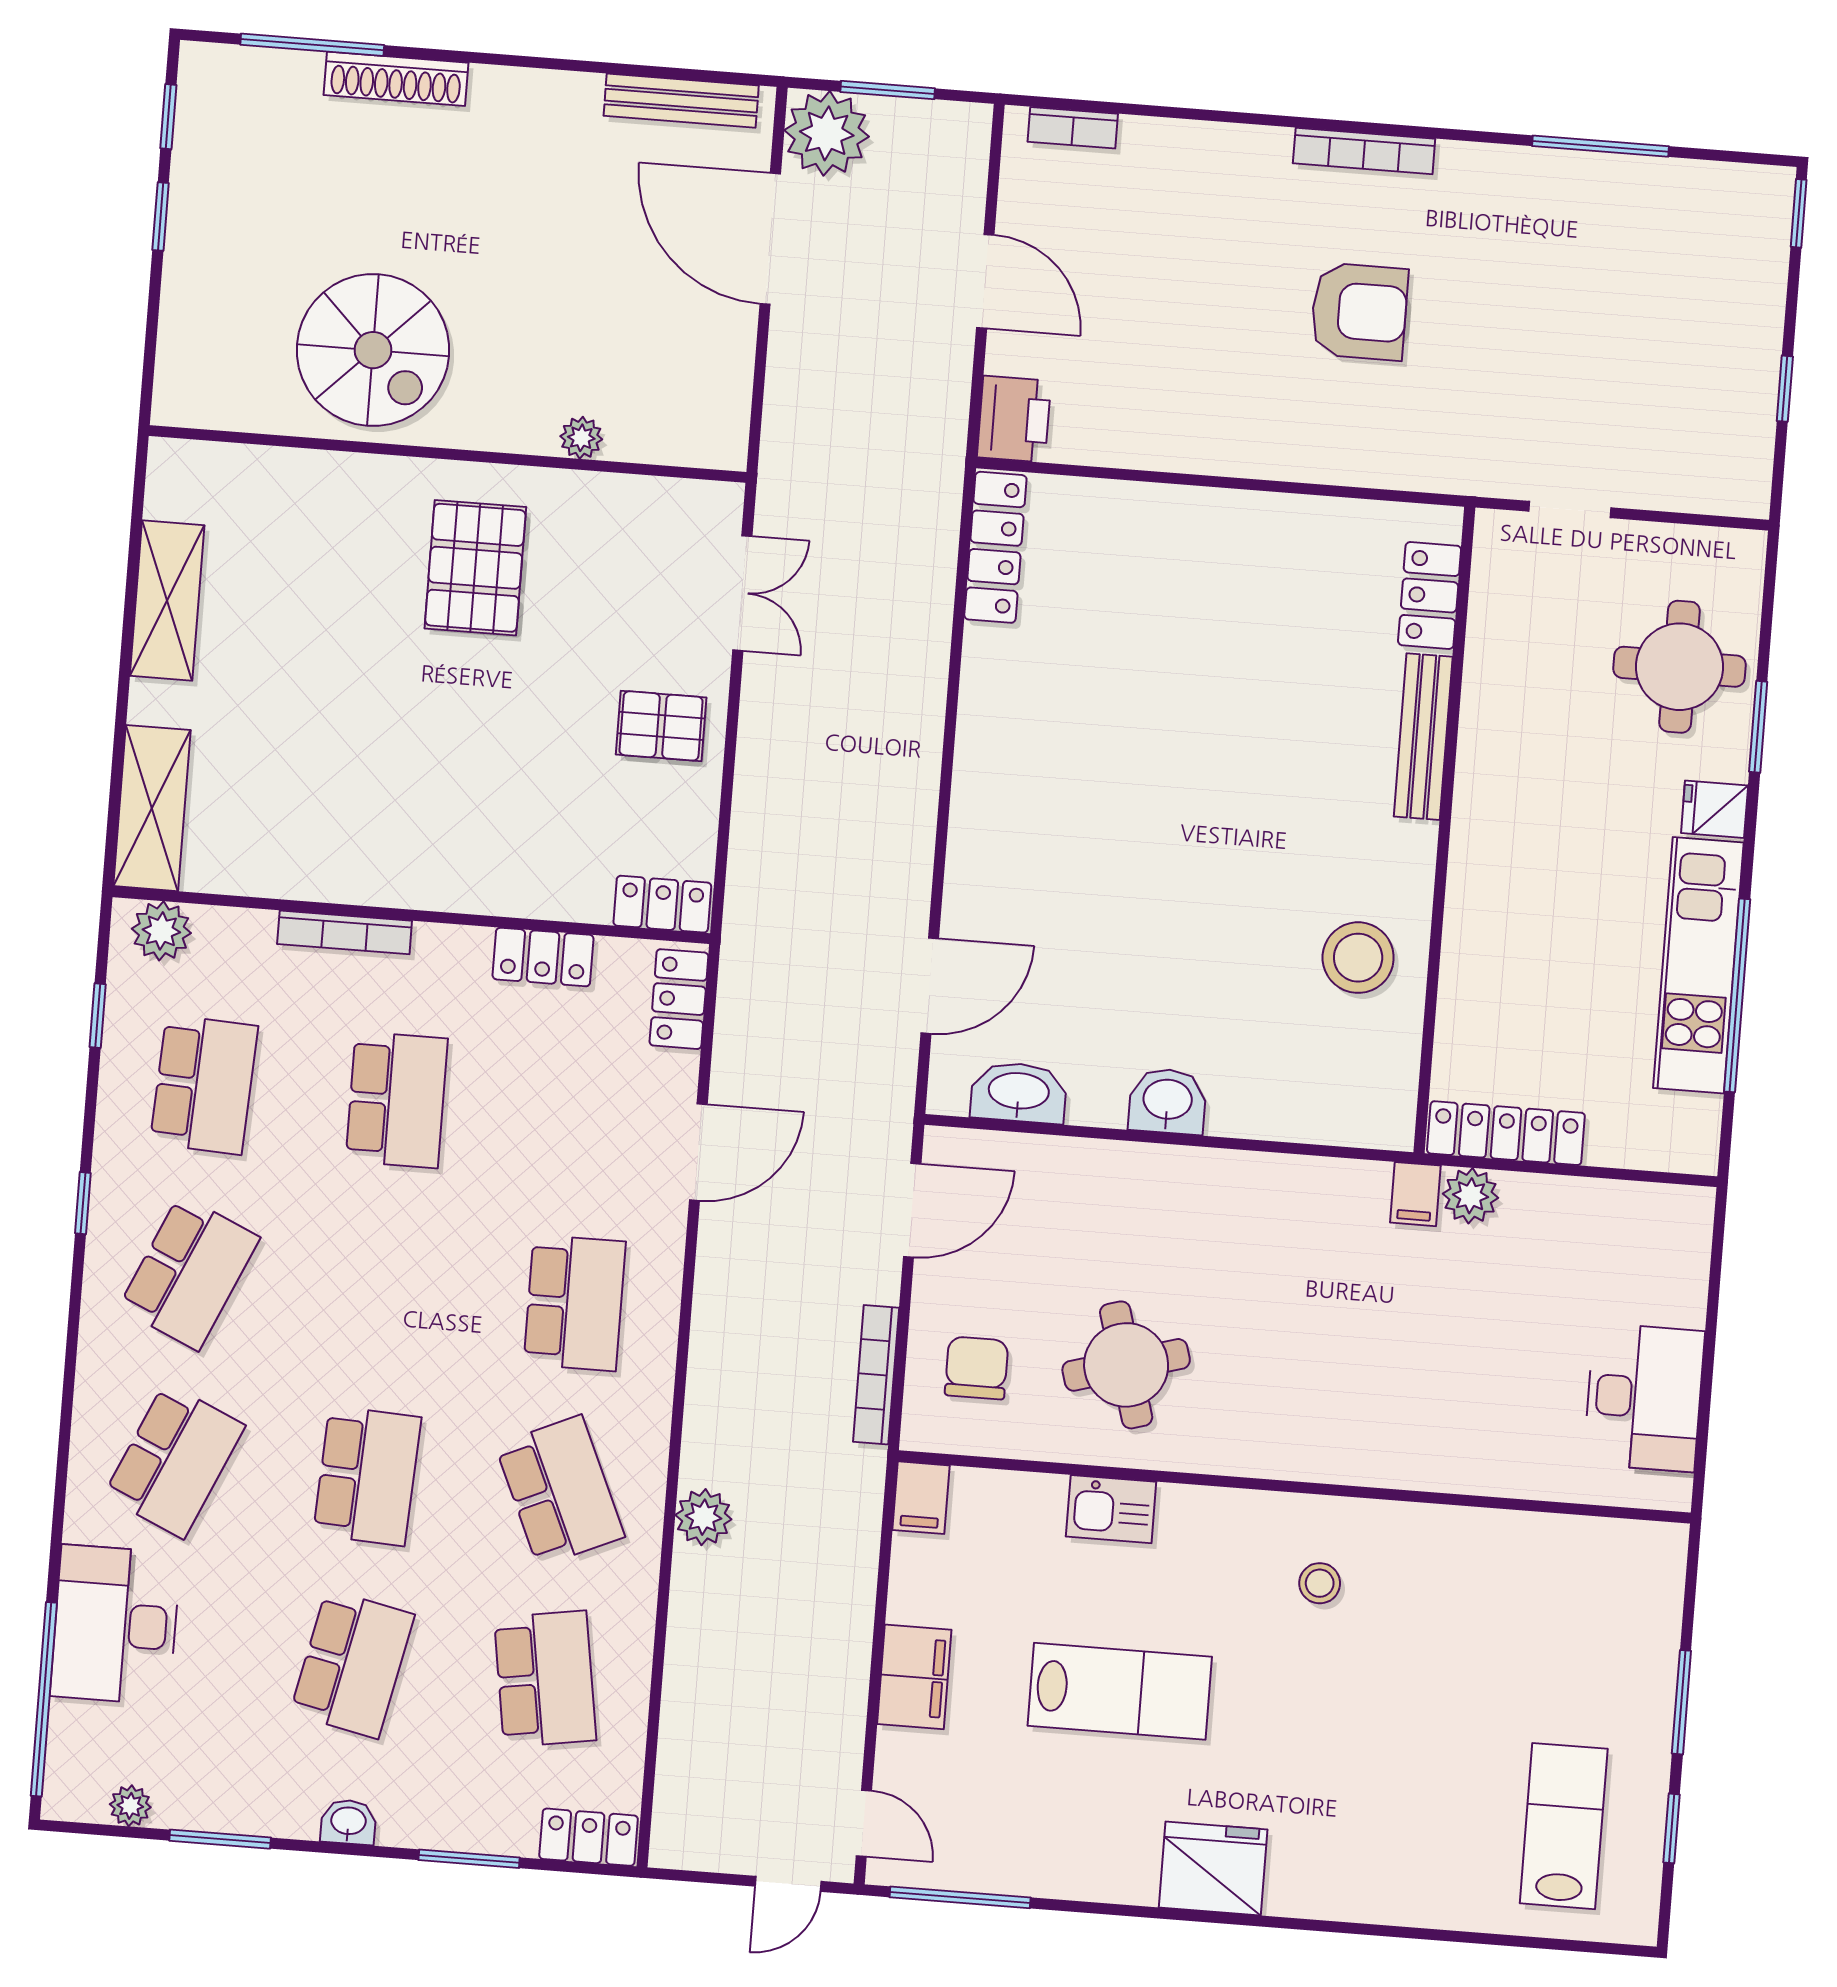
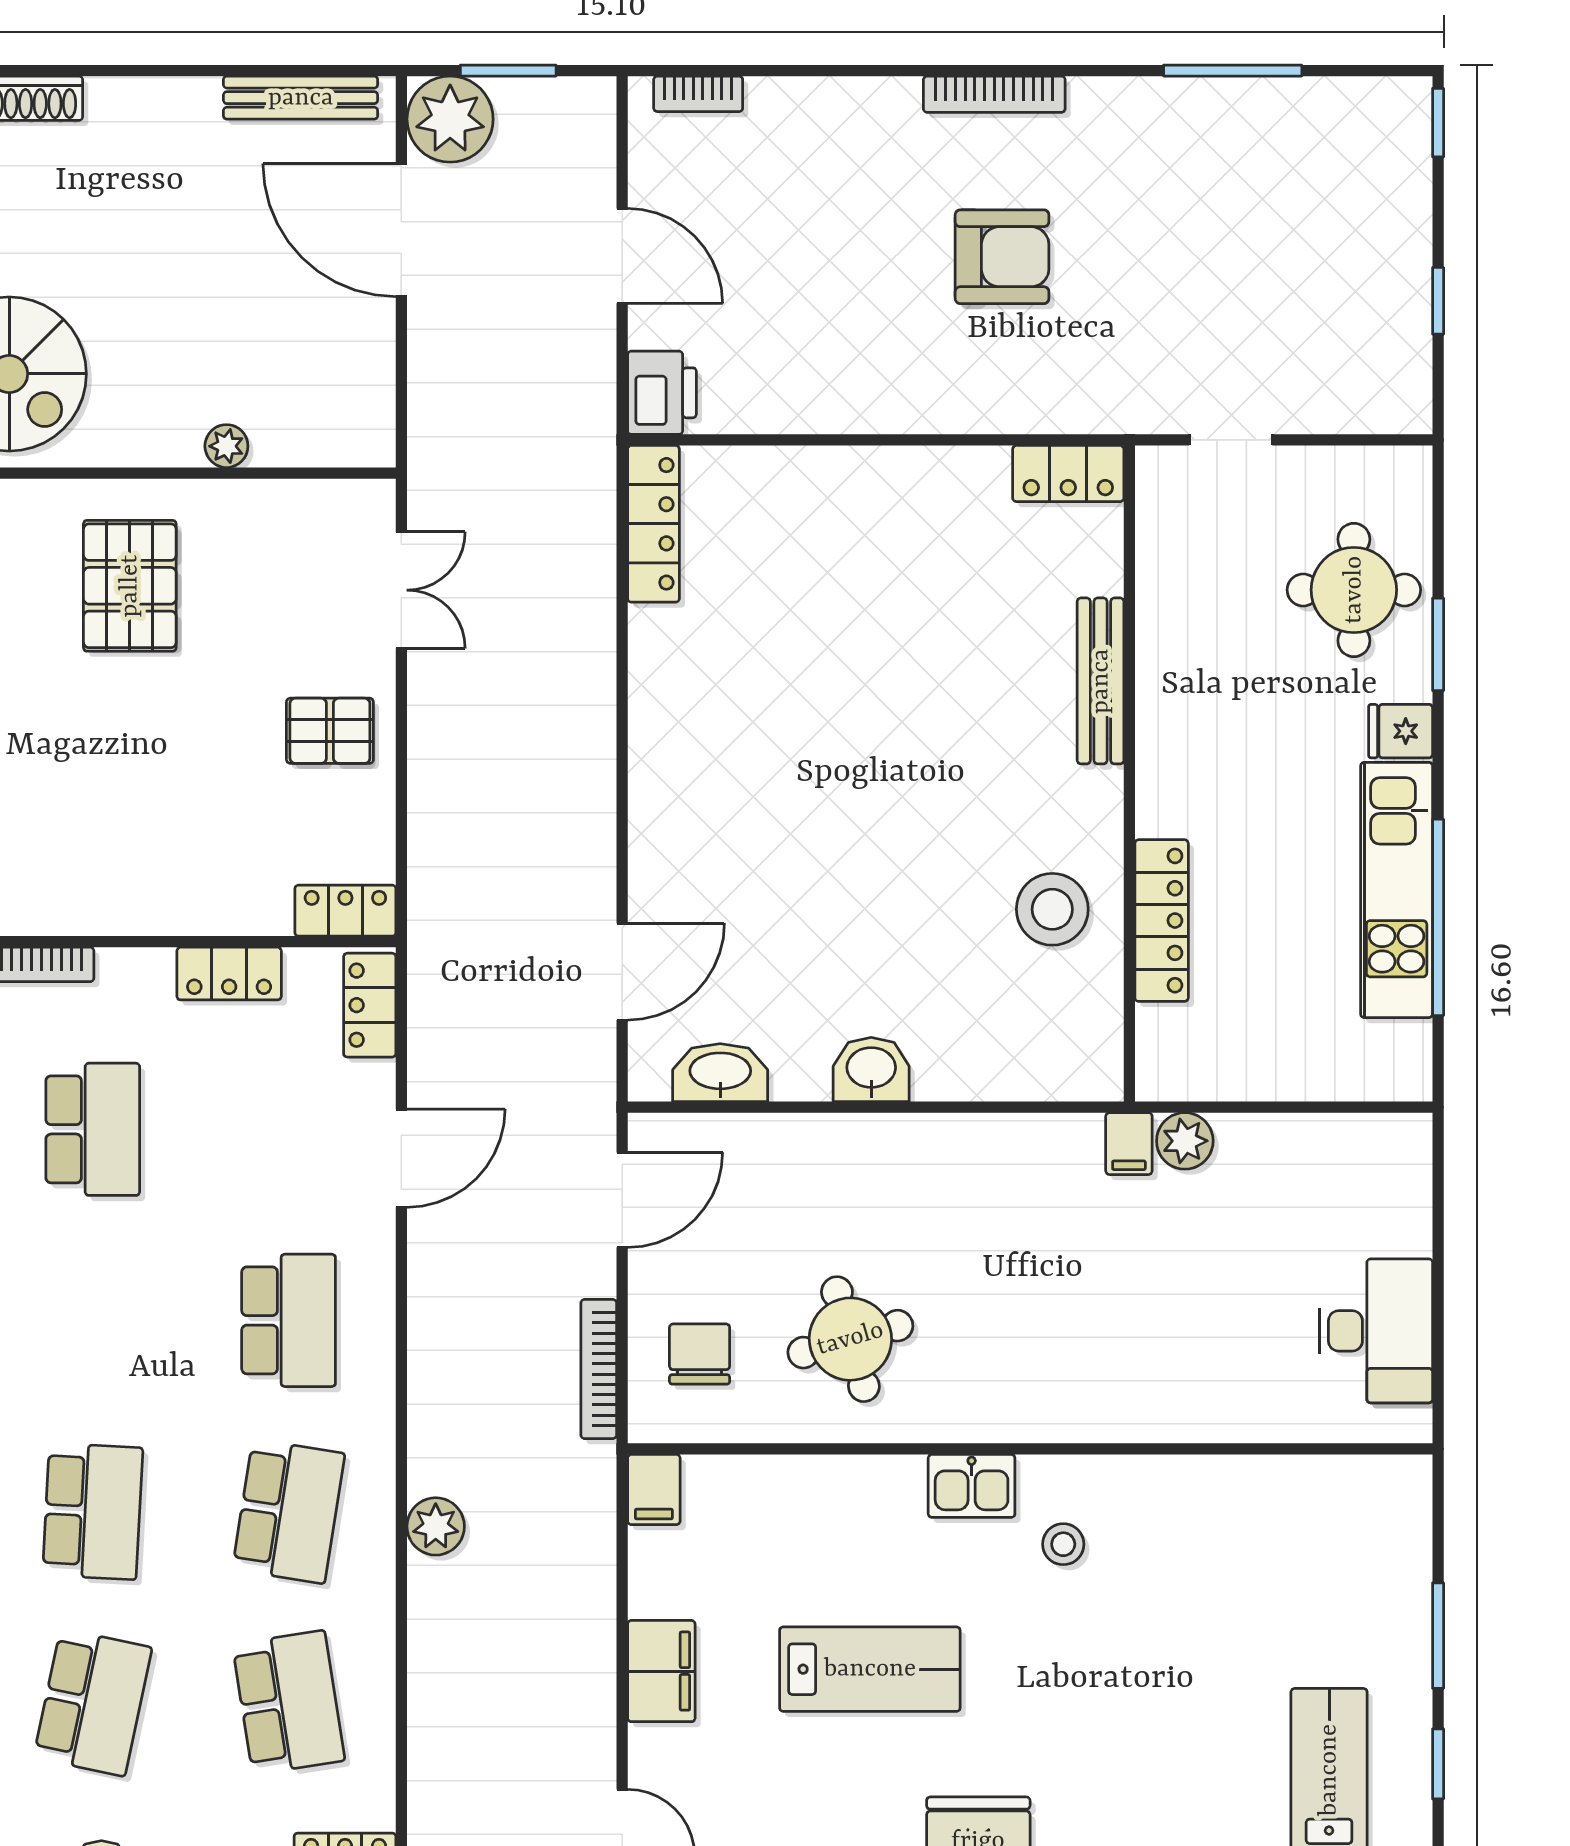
locker: (1430, 595) -> (1068, 474), moved, turned -90
locker: (1506, 1133) -> (1162, 921), moved, turned 90
school desk: (560, 1491) -> (289, 1511), turned 33
kitchen sink: (1111, 1509) -> (972, 1486), moved

